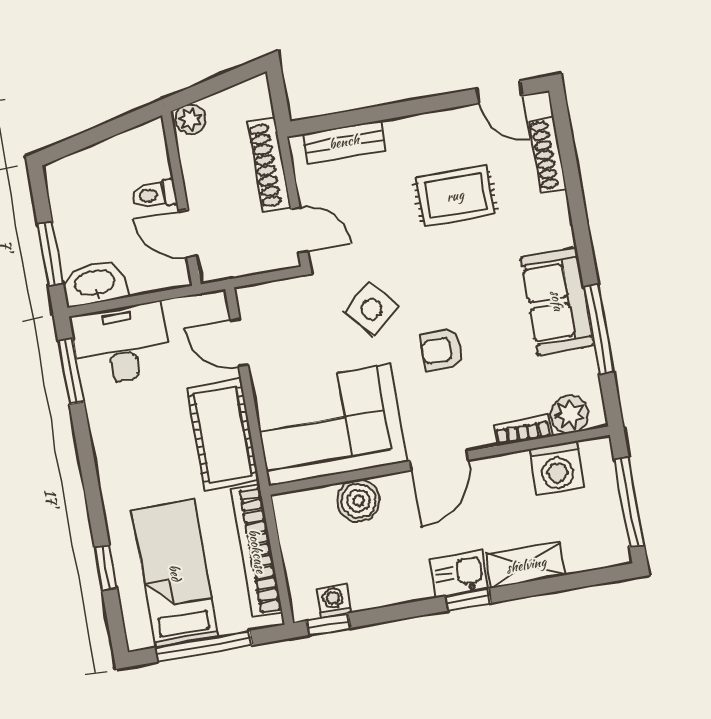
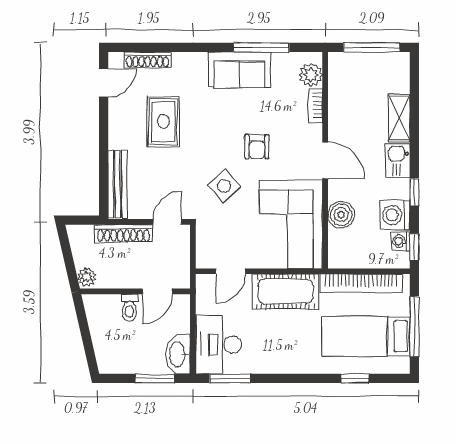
bench: (344, 142) -> (118, 184), width x1.36
washing machine: (557, 468) -> (395, 215), moved, turned 180
window: (468, 600) -> (414, 192), moved

